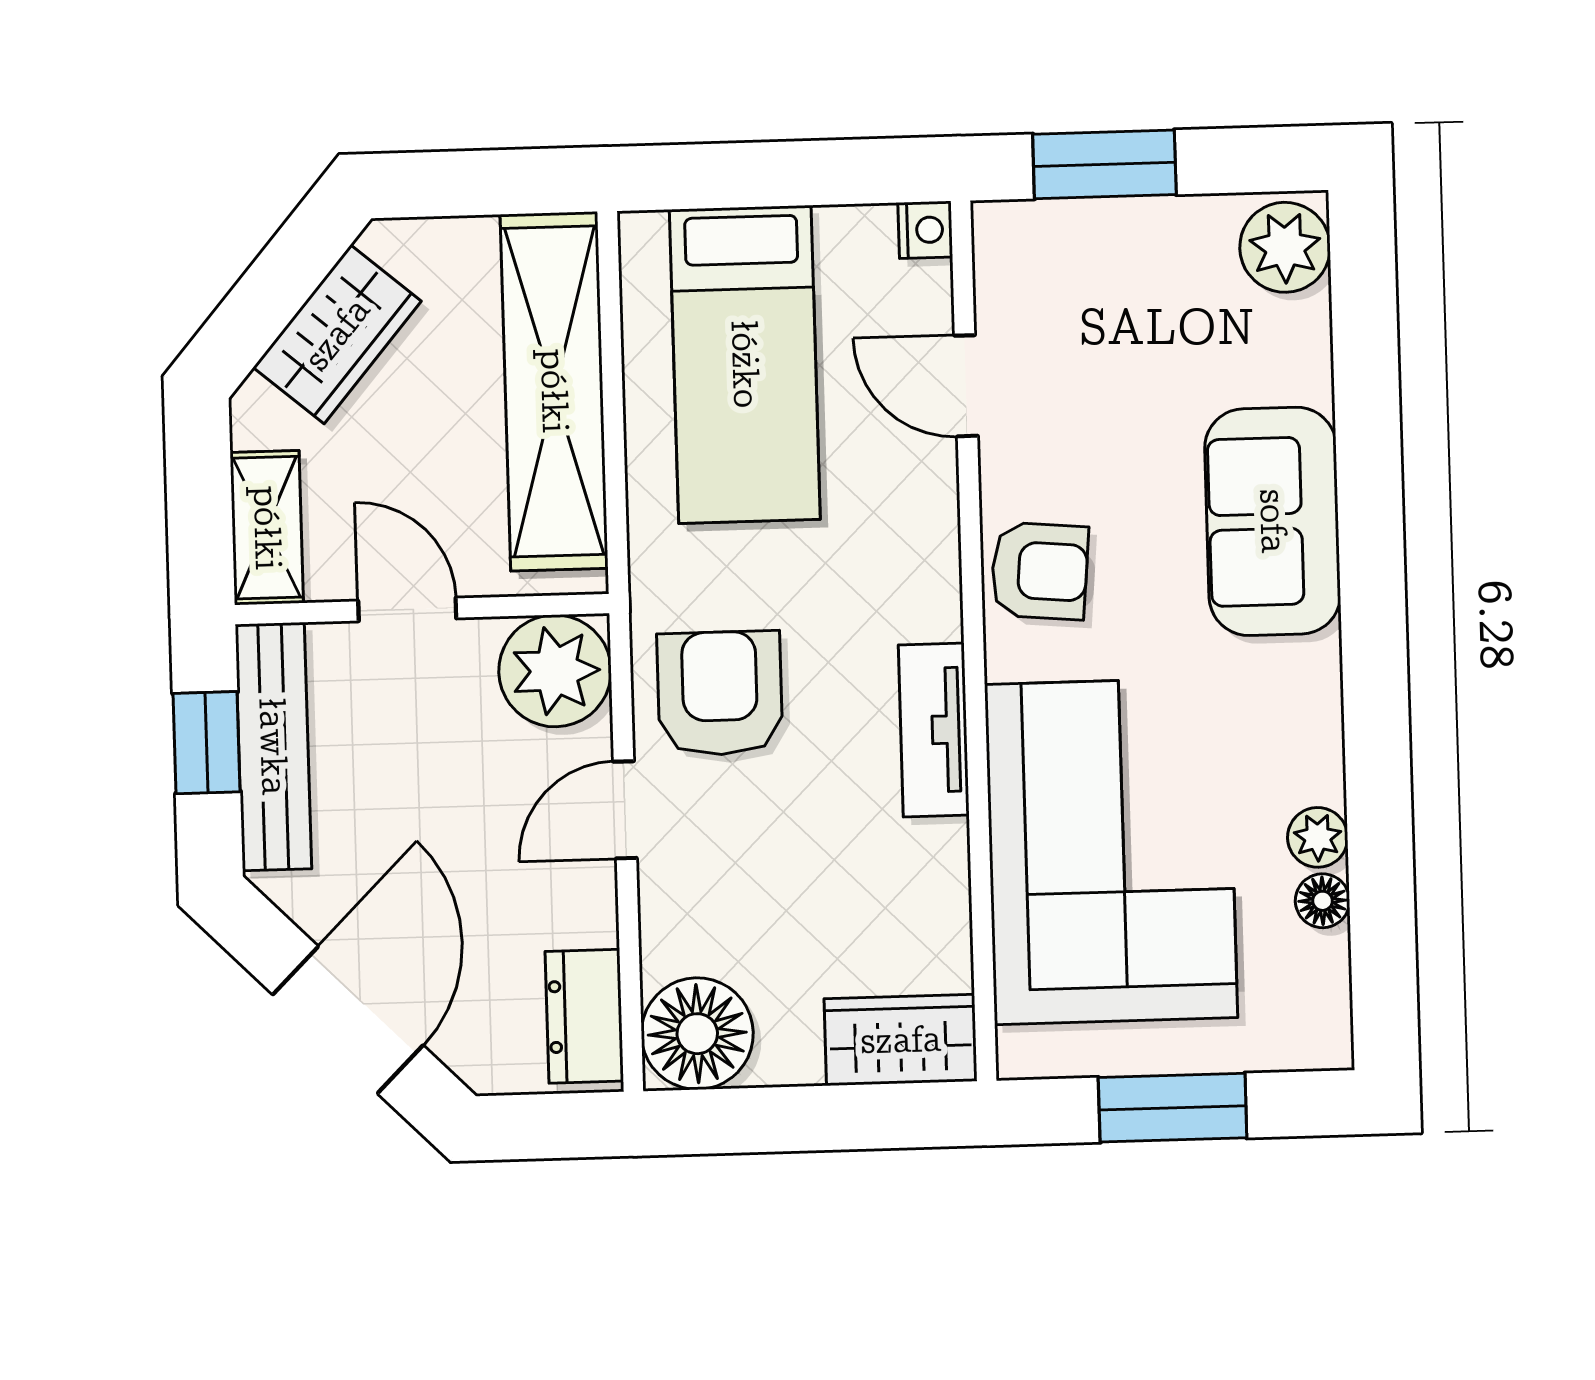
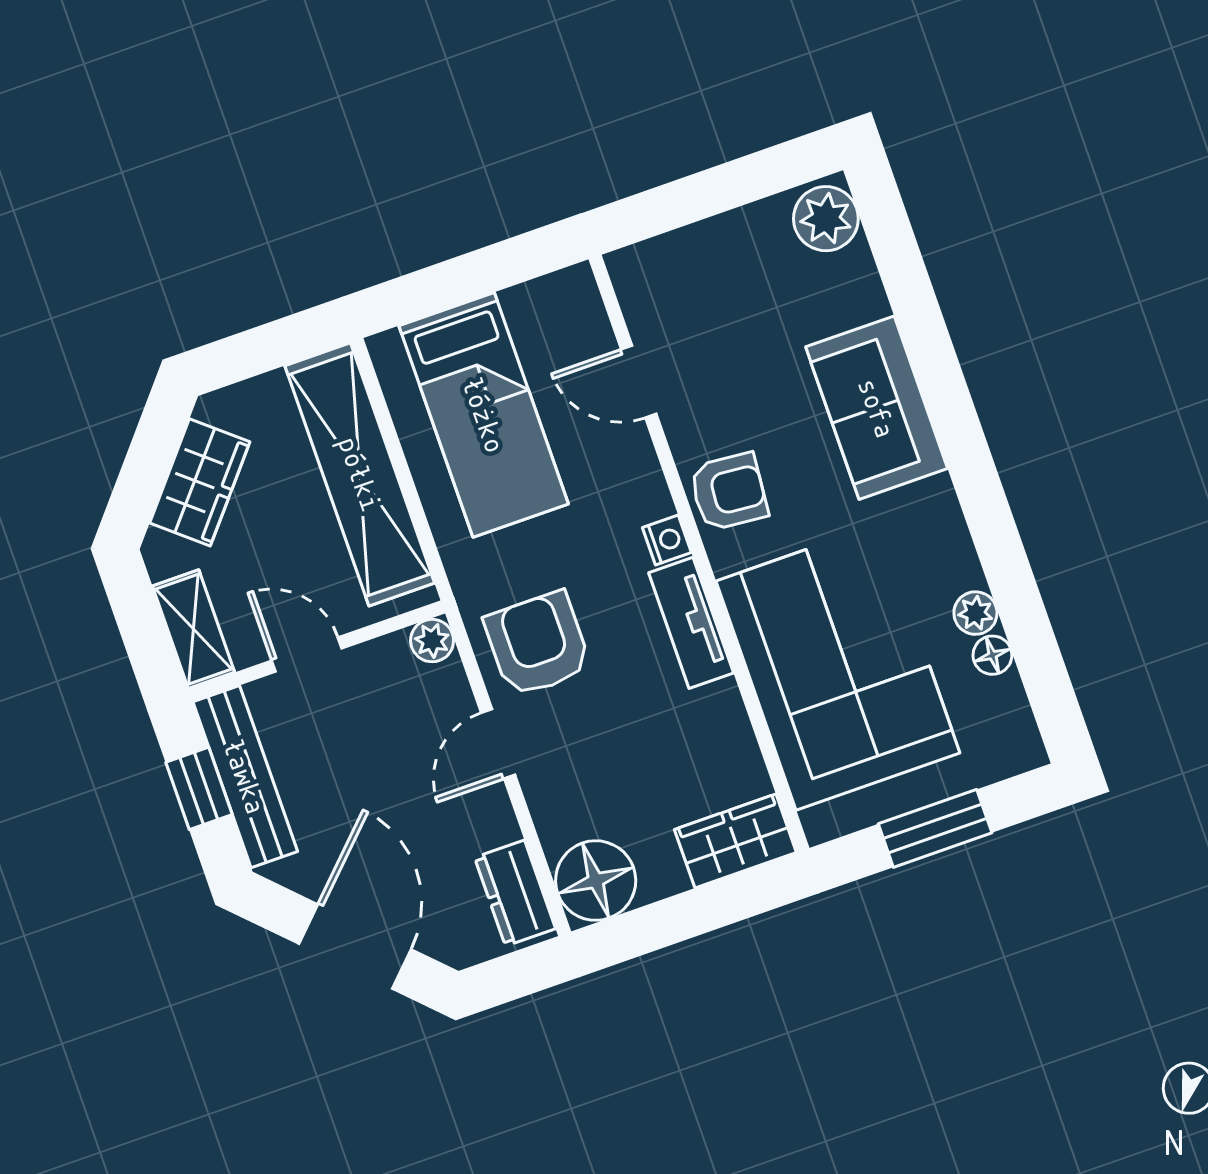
window: (1104, 164) -> (685, 201), removed
nightstand: (925, 230) -> (667, 540), moved
plant: (555, 671) -> (432, 641), width x0.53, depth x0.53

